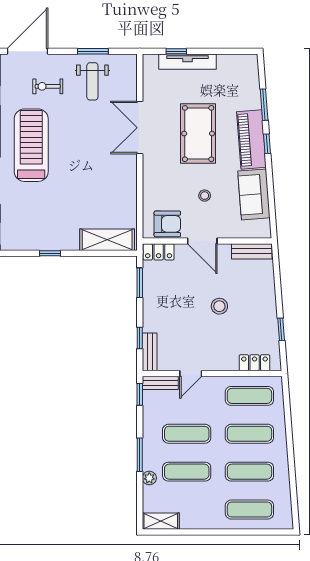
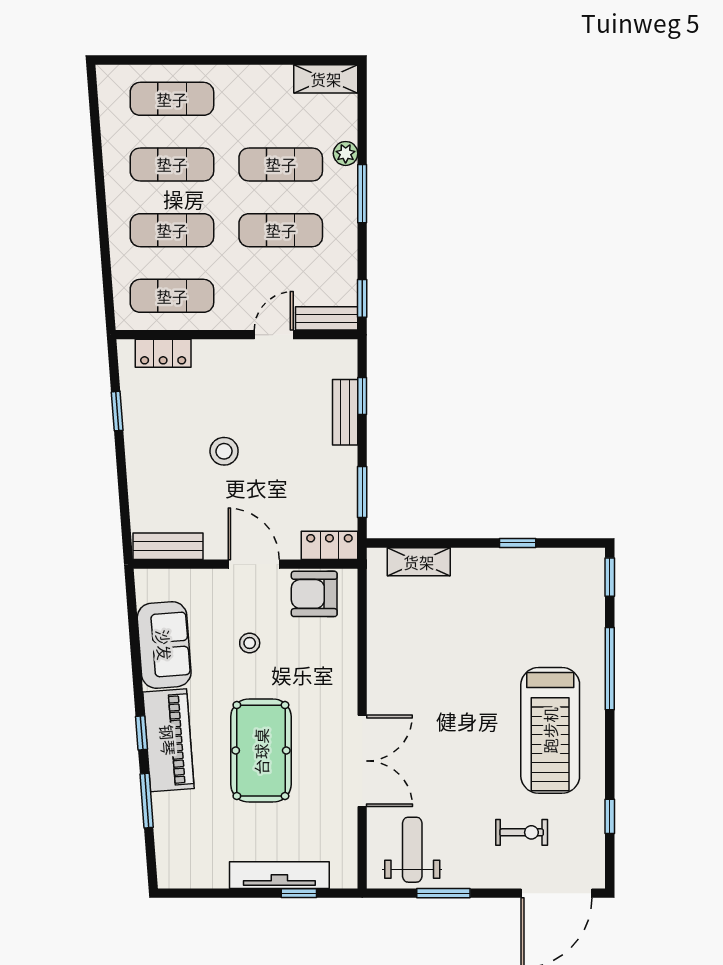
weight bench: (92, 81) -> (412, 850), moved
shelving: (107, 240) -> (419, 562), width x0.67, depth x0.75
bench: (150, 352) -> (345, 412), moved

